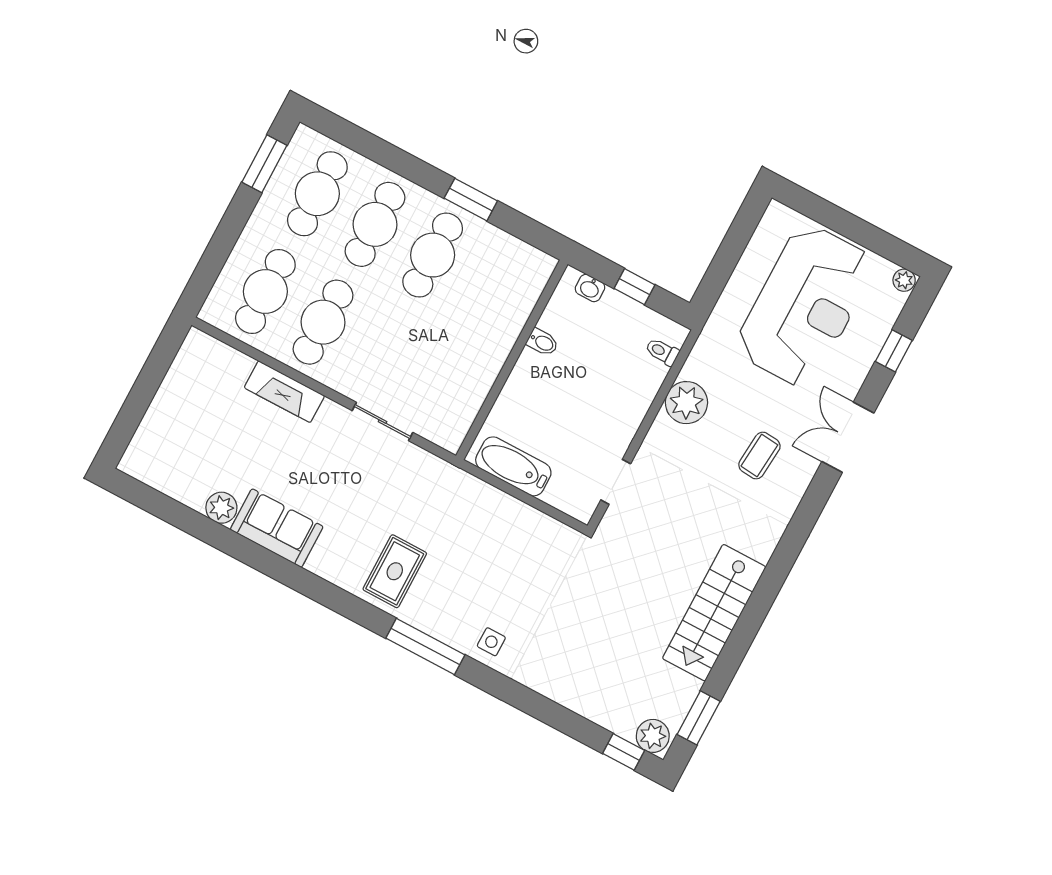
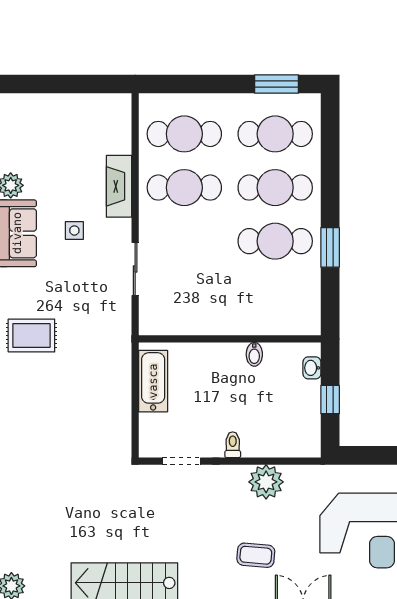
toilet: (662, 352) -> (233, 445), moved
side table: (491, 642) -> (74, 230), moved

